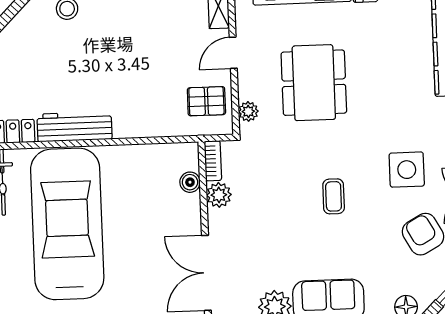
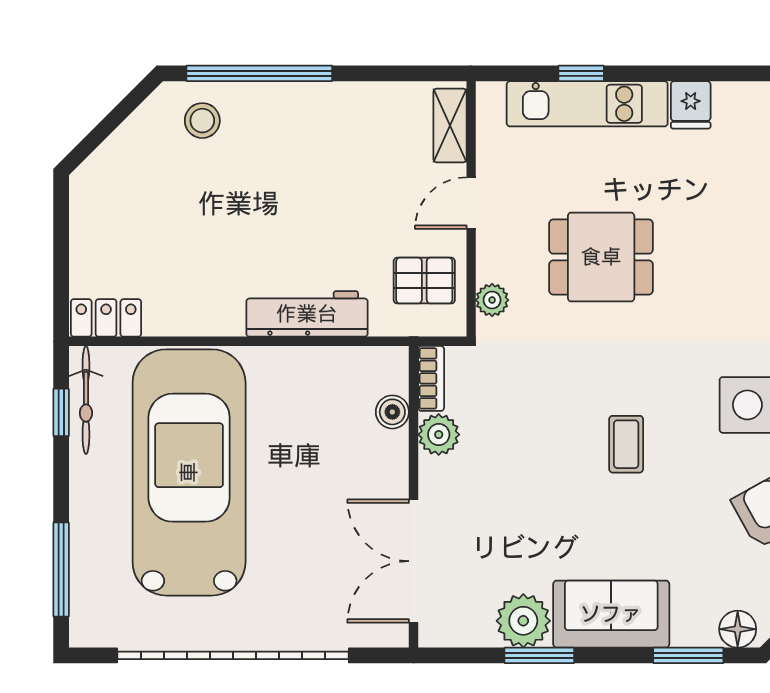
dining table: (314, 83) -> (601, 257), width x0.73
workbench: (74, 127) -> (307, 314), moved

